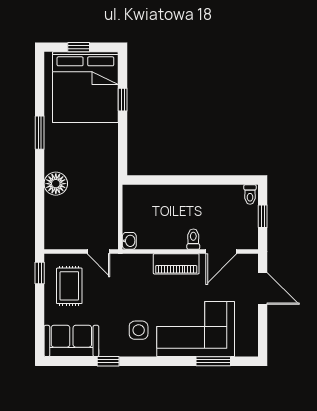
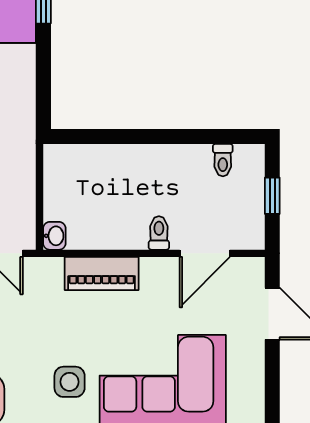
toilet: (250, 194) -> (223, 160), moved
piano: (176, 264) -> (102, 273), moved

